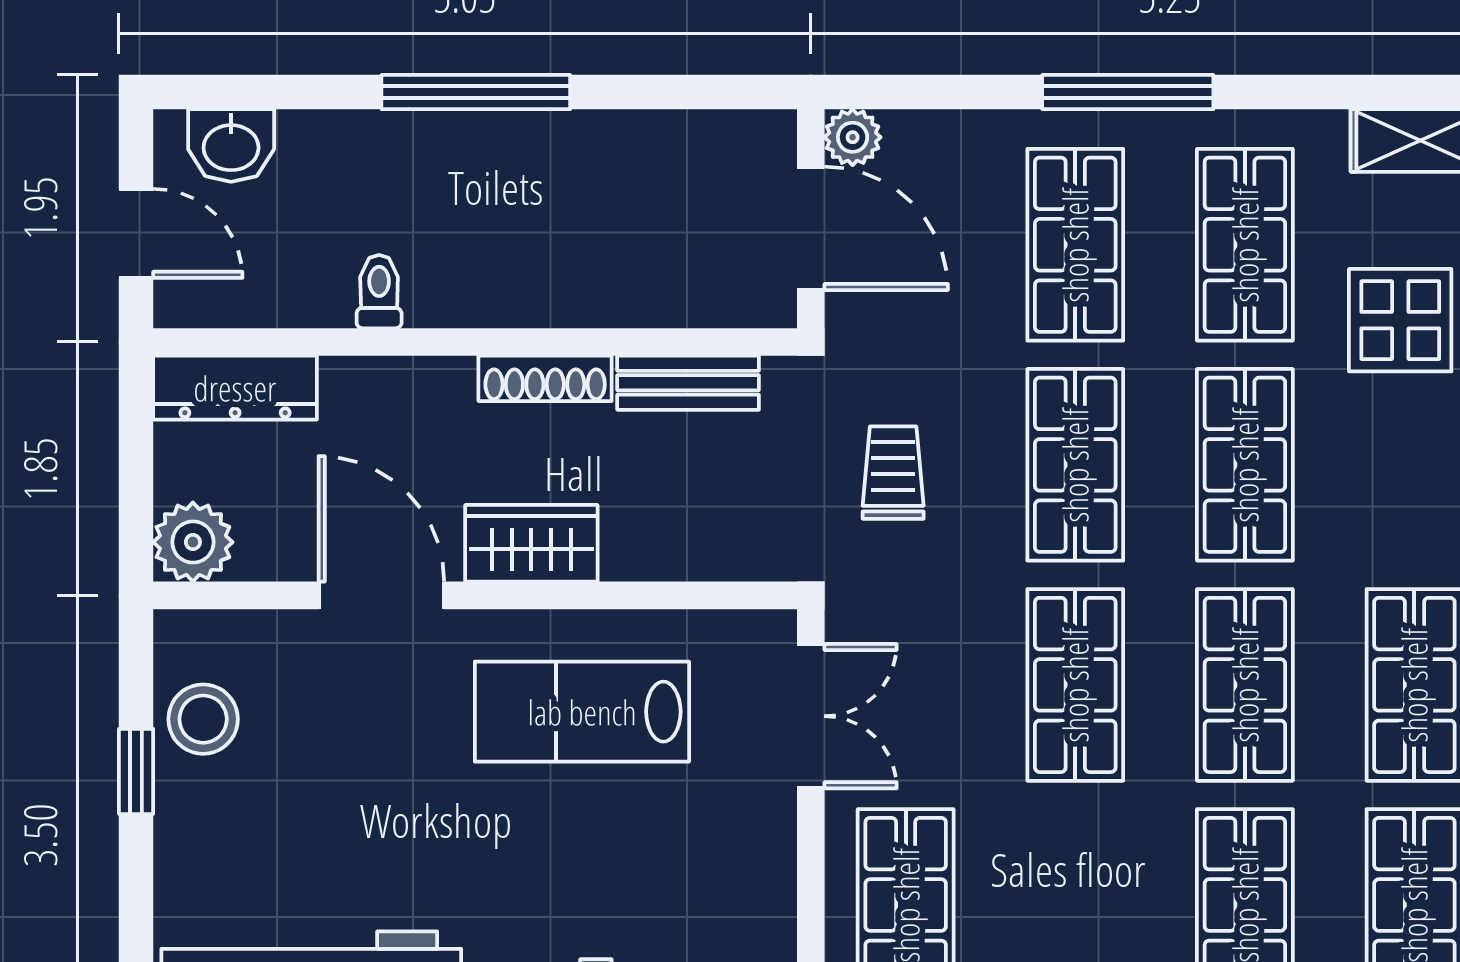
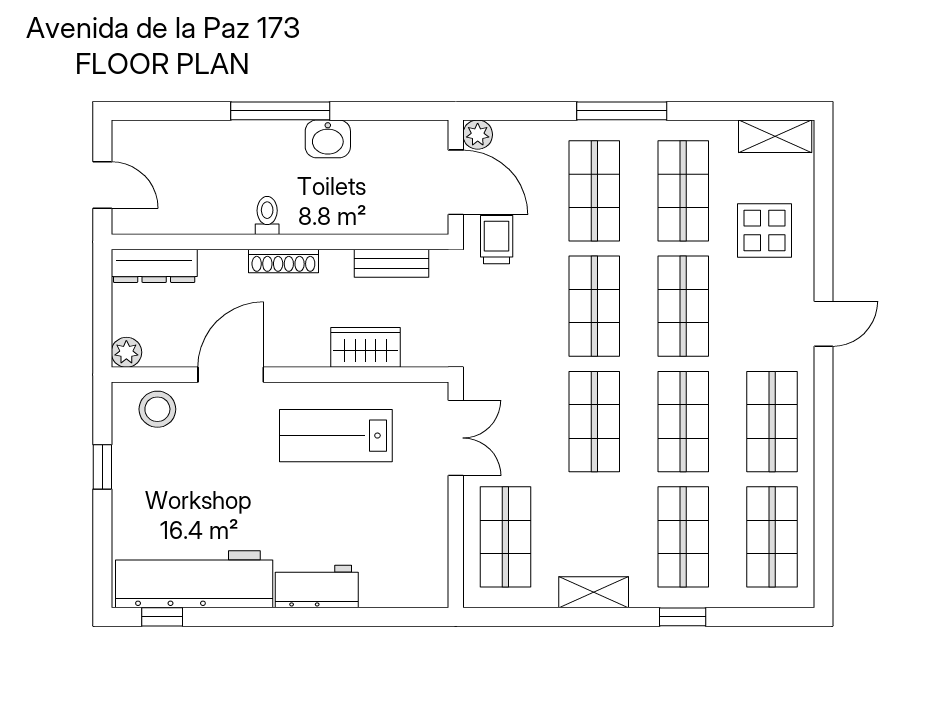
washbasin: (231, 145) -> (328, 139), moved
toilet: (379, 292) -> (267, 215), moved
shoe rack: (545, 378) -> (283, 261), moved
trolley: (893, 473) -> (497, 240), moved
plant: (193, 542) -> (126, 352), width x0.73, depth x0.73
wardrobe: (531, 543) -> (365, 347), moved
door: (381, 595) -> (231, 375), hinge flipped
stool: (203, 719) -> (157, 409), moved

